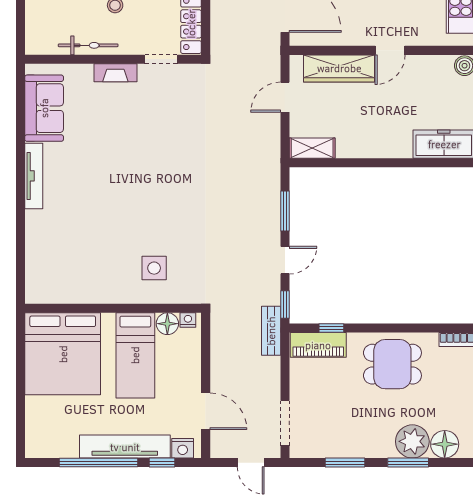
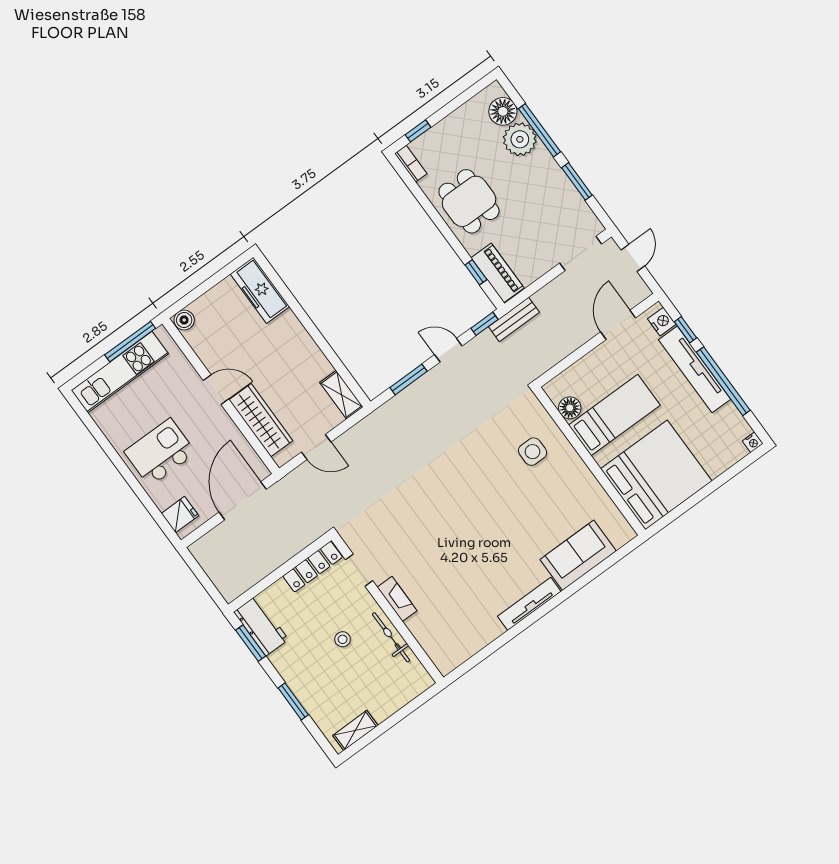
sofa: (44, 108) -> (578, 555), moved
nightstand: (188, 320) -> (753, 442), moved, turned -90
window: (408, 463) -> (539, 130), width x1.44

